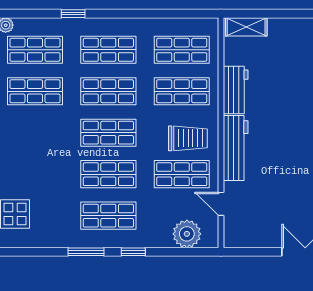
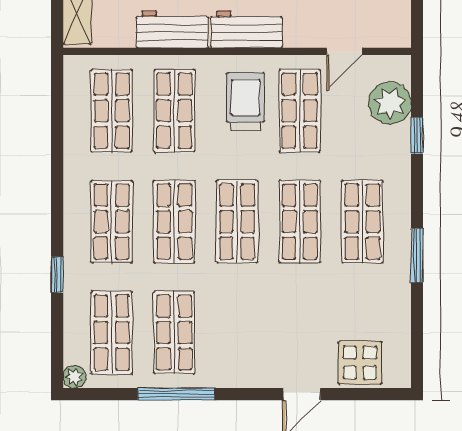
workbench: (236, 148) -> (247, 29), width x0.73
window: (133, 252) -> (417, 135), moved

